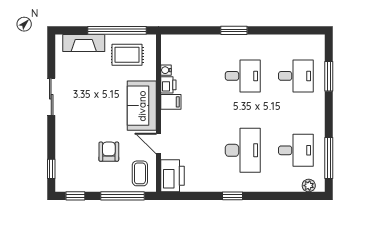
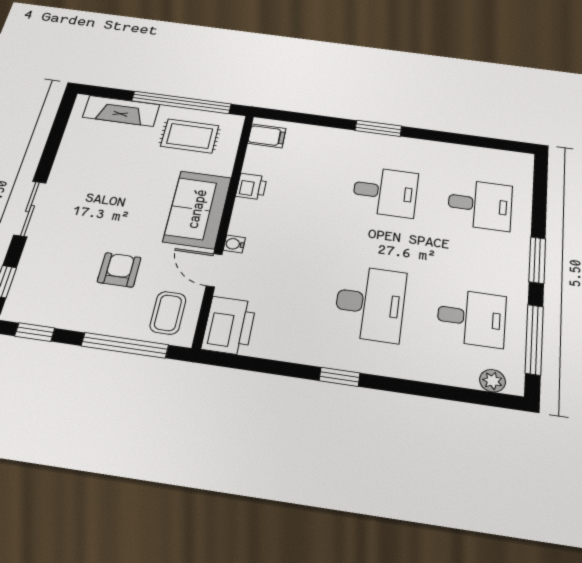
water cooler: (166, 70) -> (234, 244), moved
window: (329, 76) -> (537, 260), moved
sliding door: (51, 97) -> (30, 209), moved
filing cabinet: (171, 102) -> (267, 136), moved

